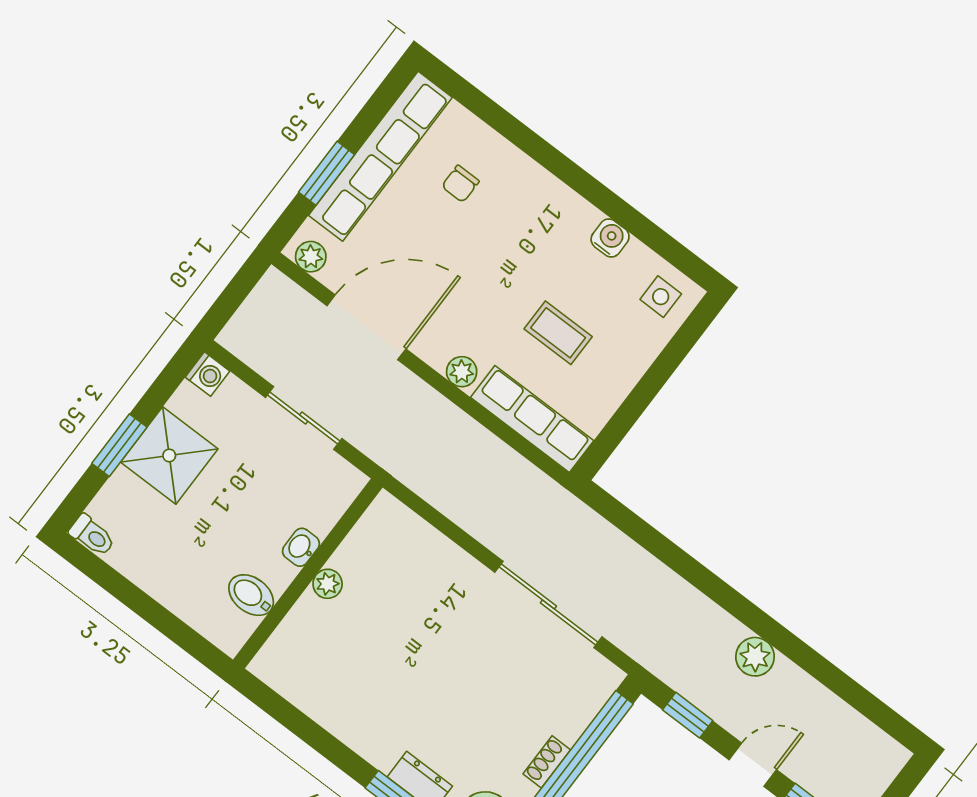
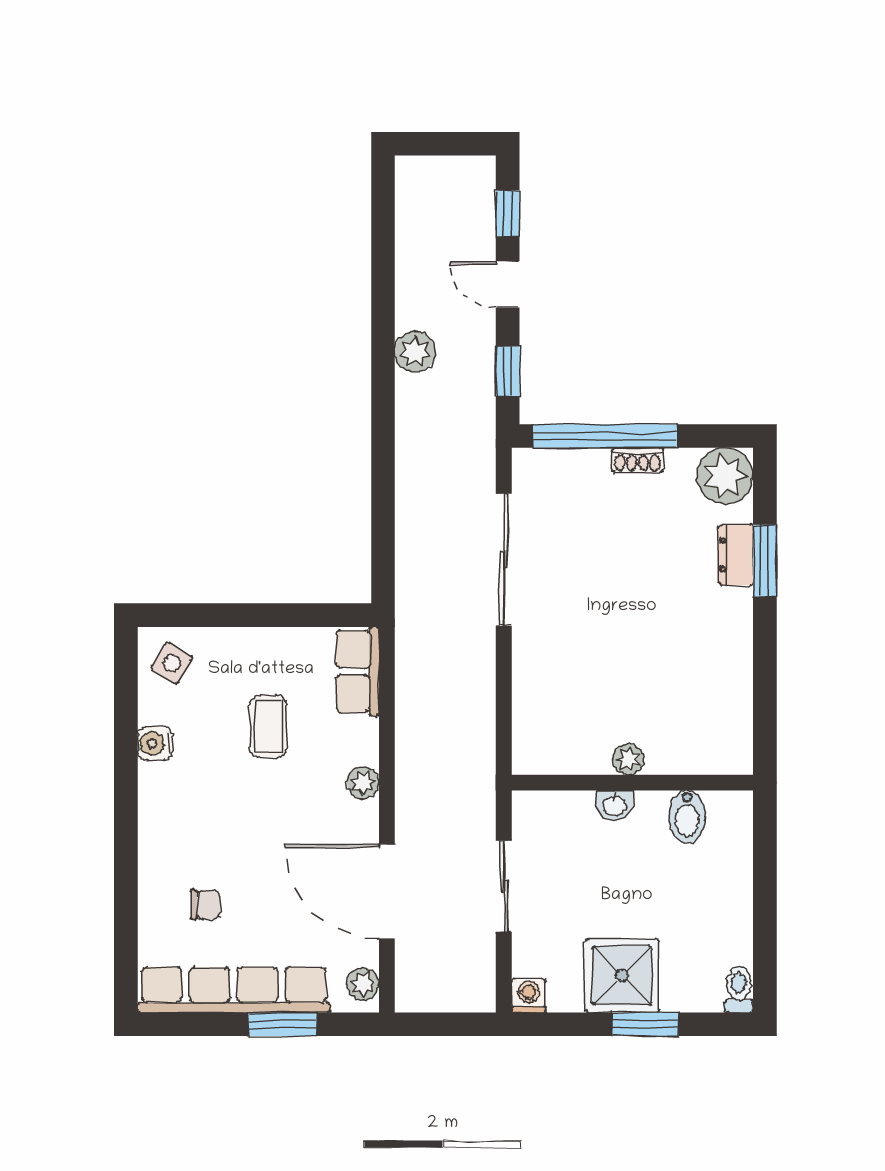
side table: (661, 297) -> (172, 663), turned 32
row of seats: (532, 419) -> (358, 671), width x0.68

